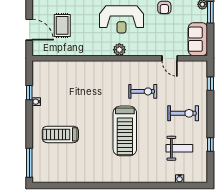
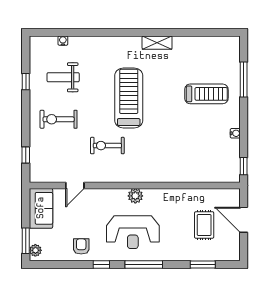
reception desk: (121, 19) -> (133, 232), turned 180
door: (170, 58) -> (75, 185), swing flipped
window: (29, 93) -> (244, 166), moved
window: (29, 163) -> (244, 80), moved
shelving: (101, 177) -> (157, 43), added

